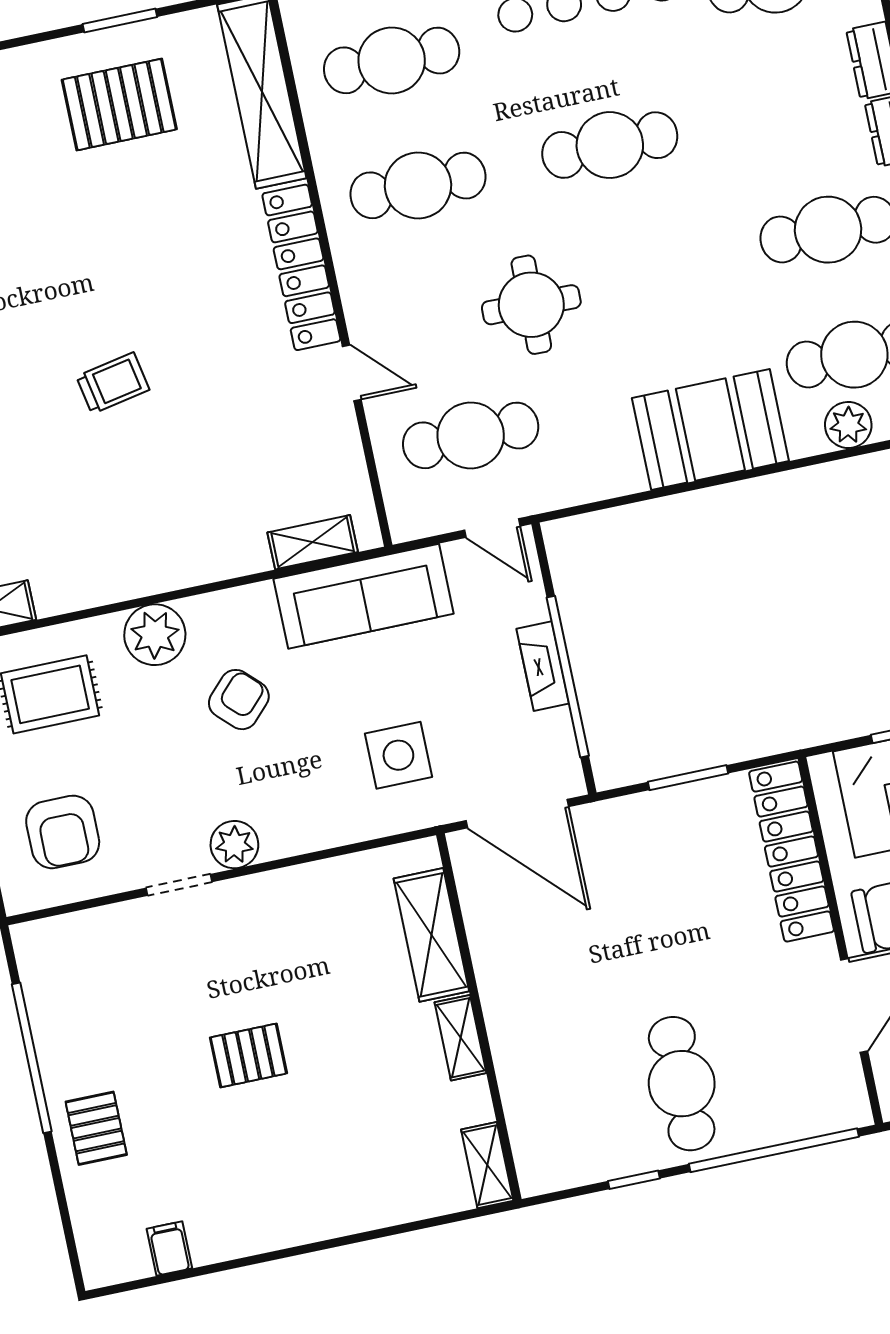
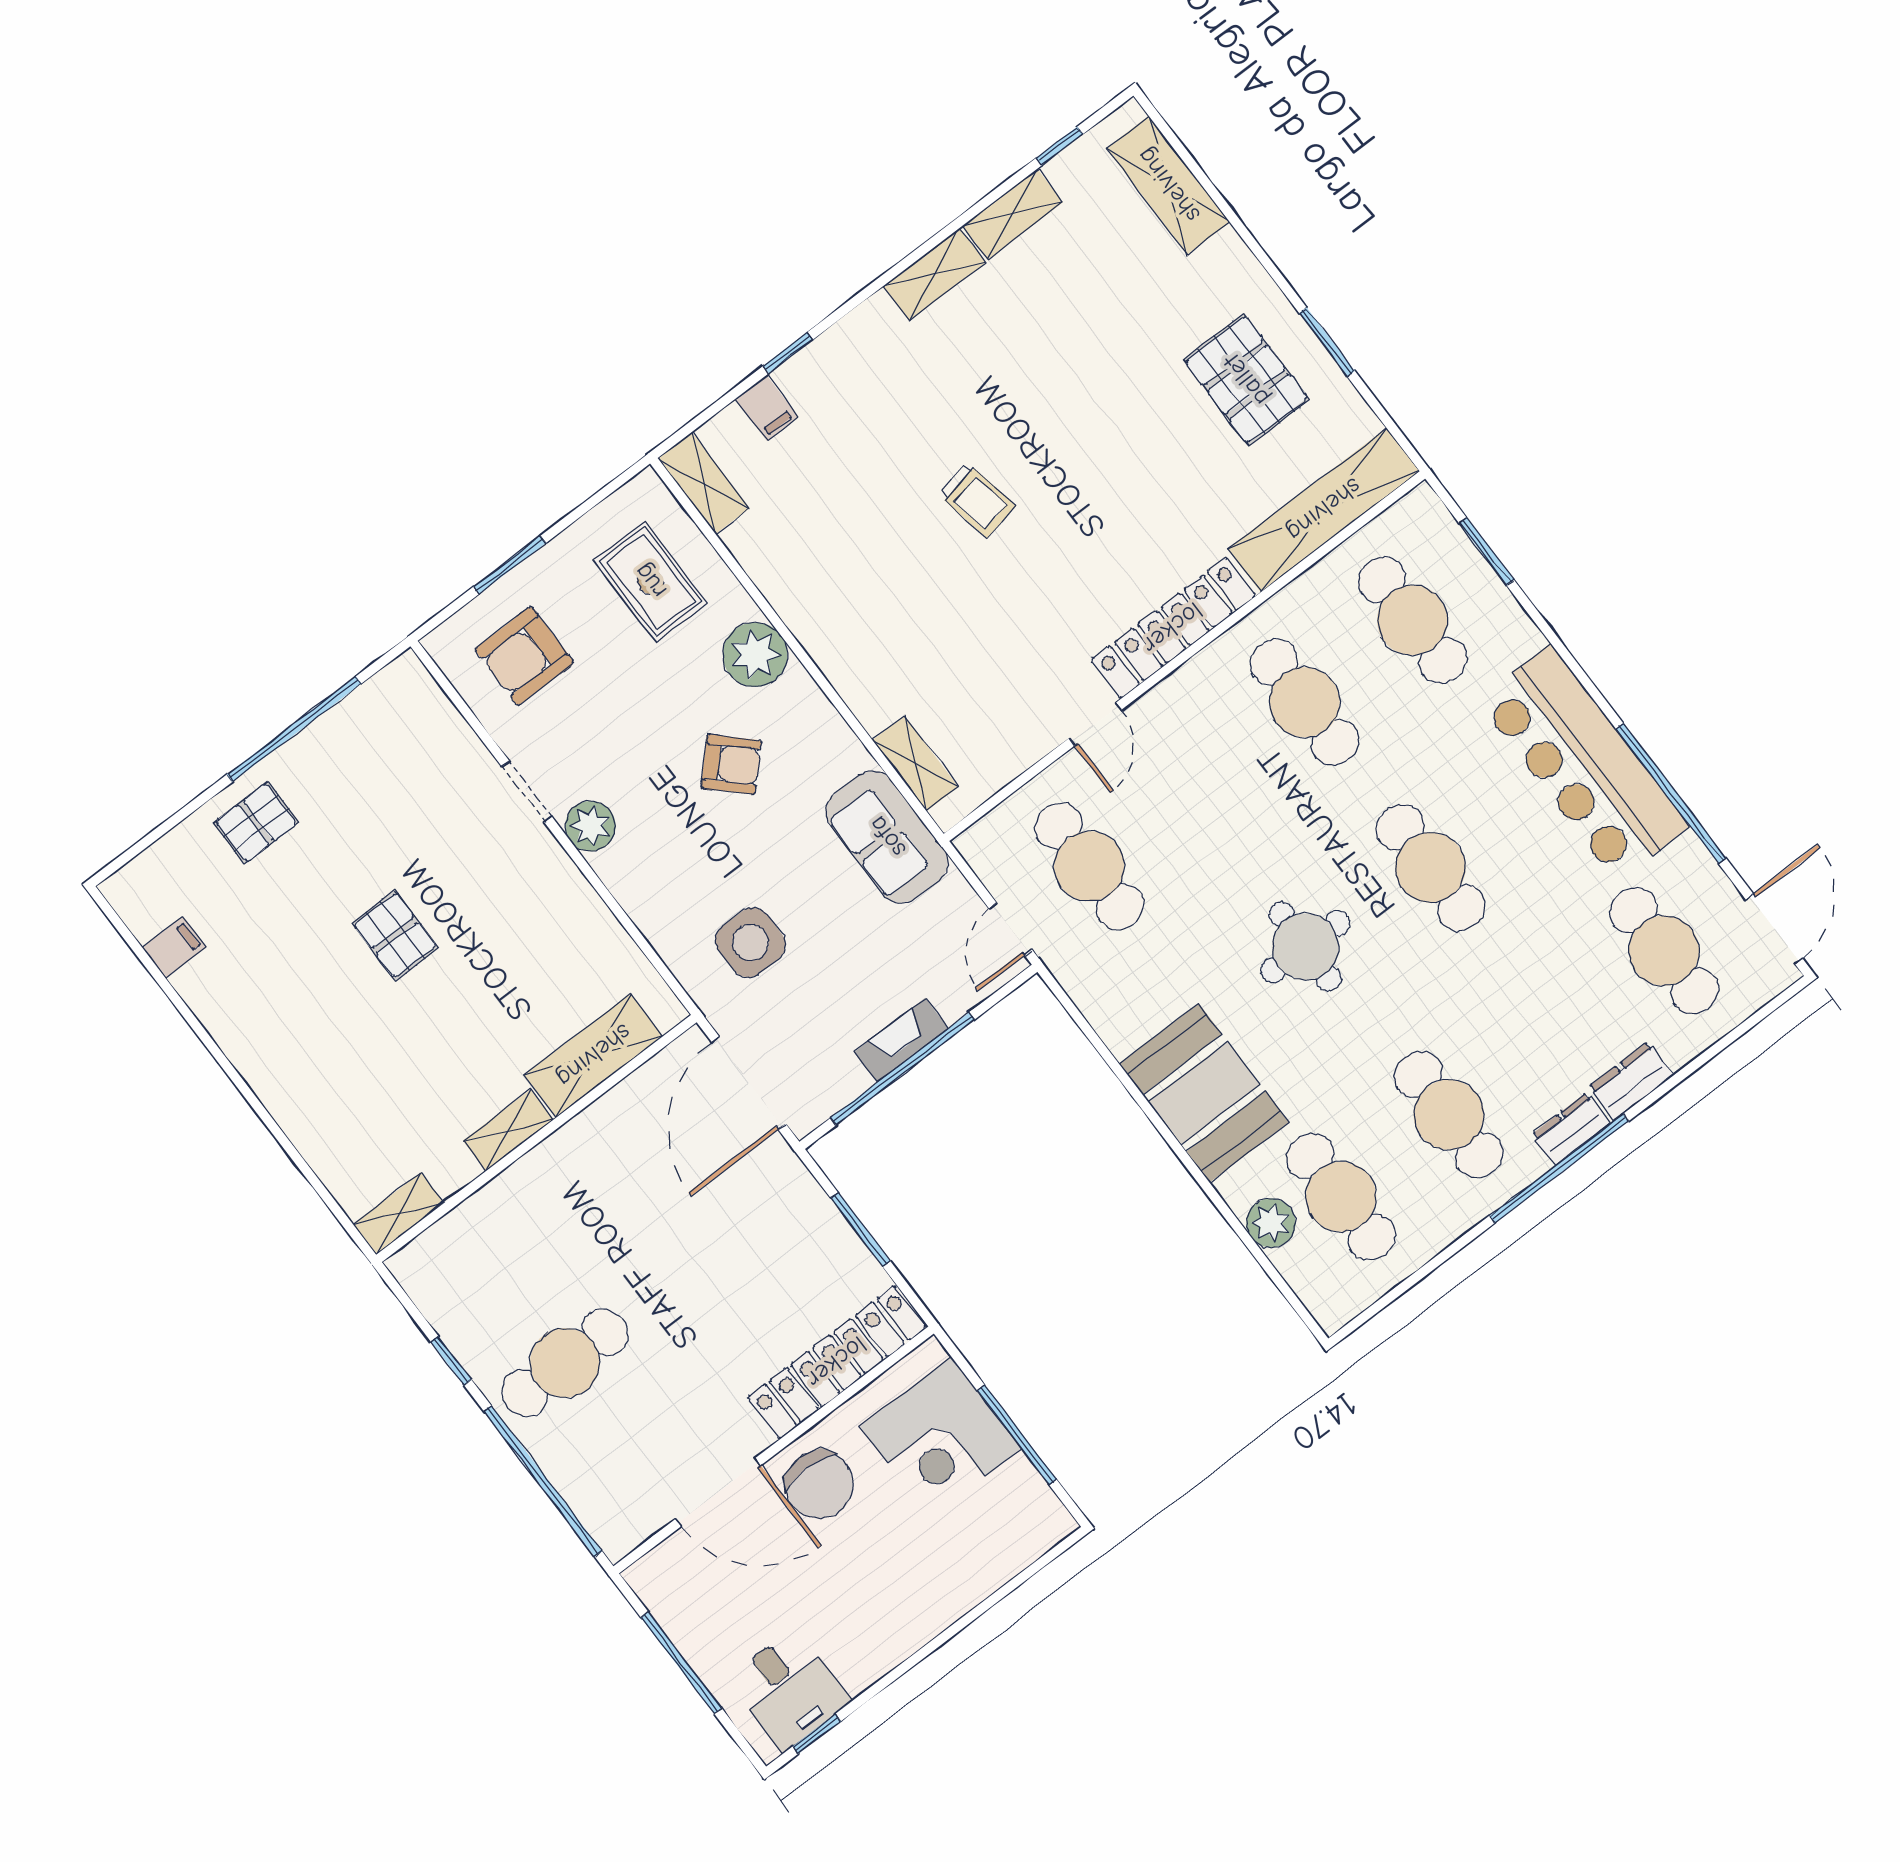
round table: (531, 305) -> (1305, 947), moved
sofa: (364, 596) -> (887, 837), width x0.73

